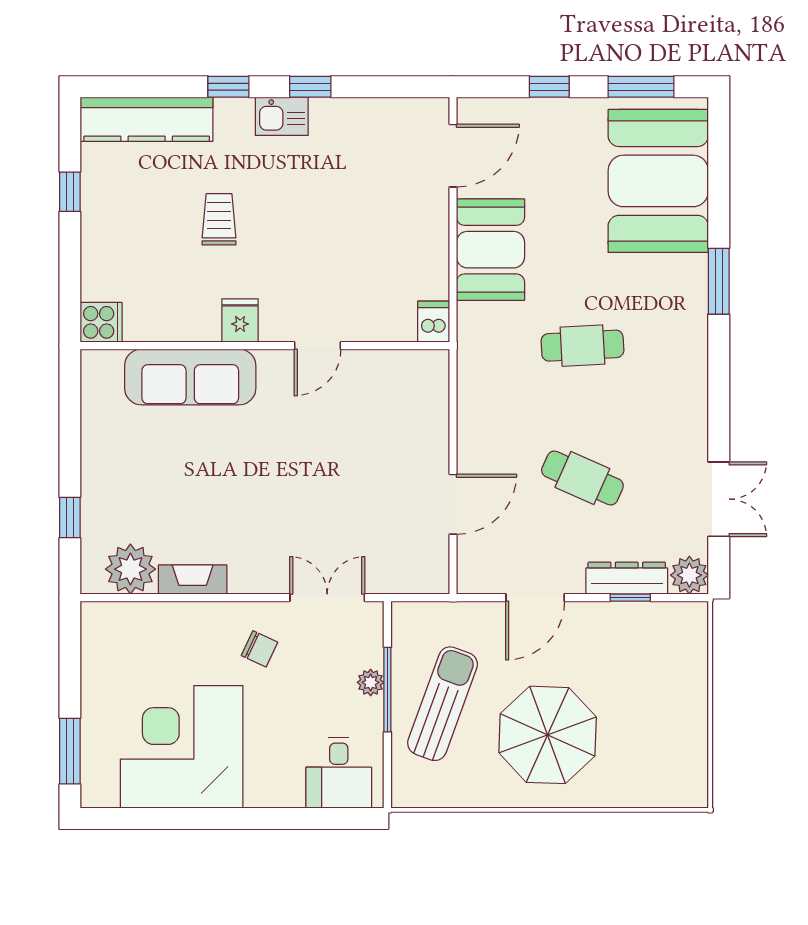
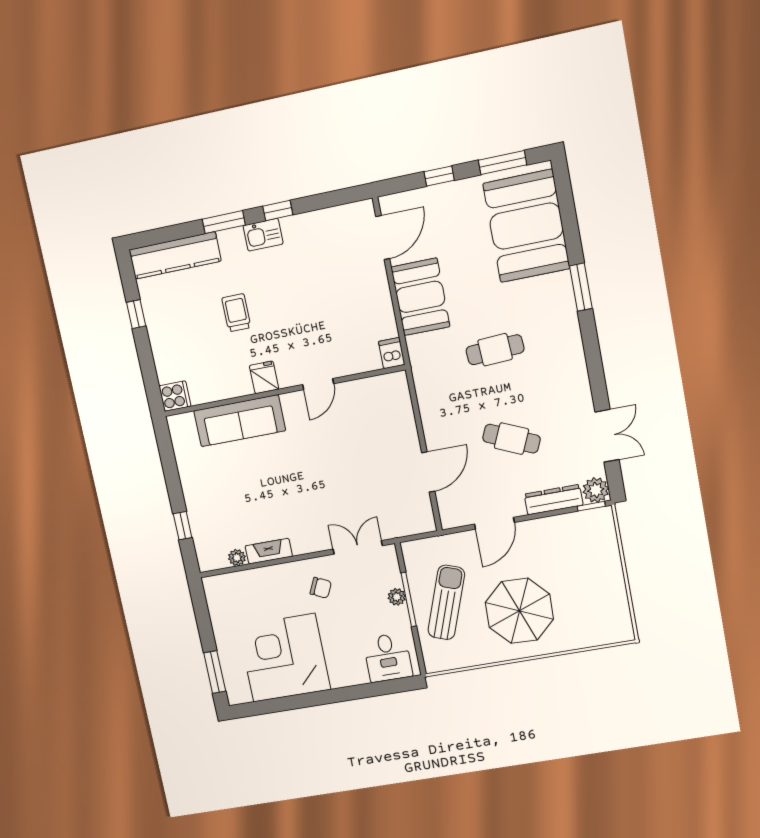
window: (228, 87) -> (224, 222), width x1.50
plant: (130, 569) -> (237, 558), width x0.53, depth x0.53
window: (630, 598) -> (591, 506), moved

